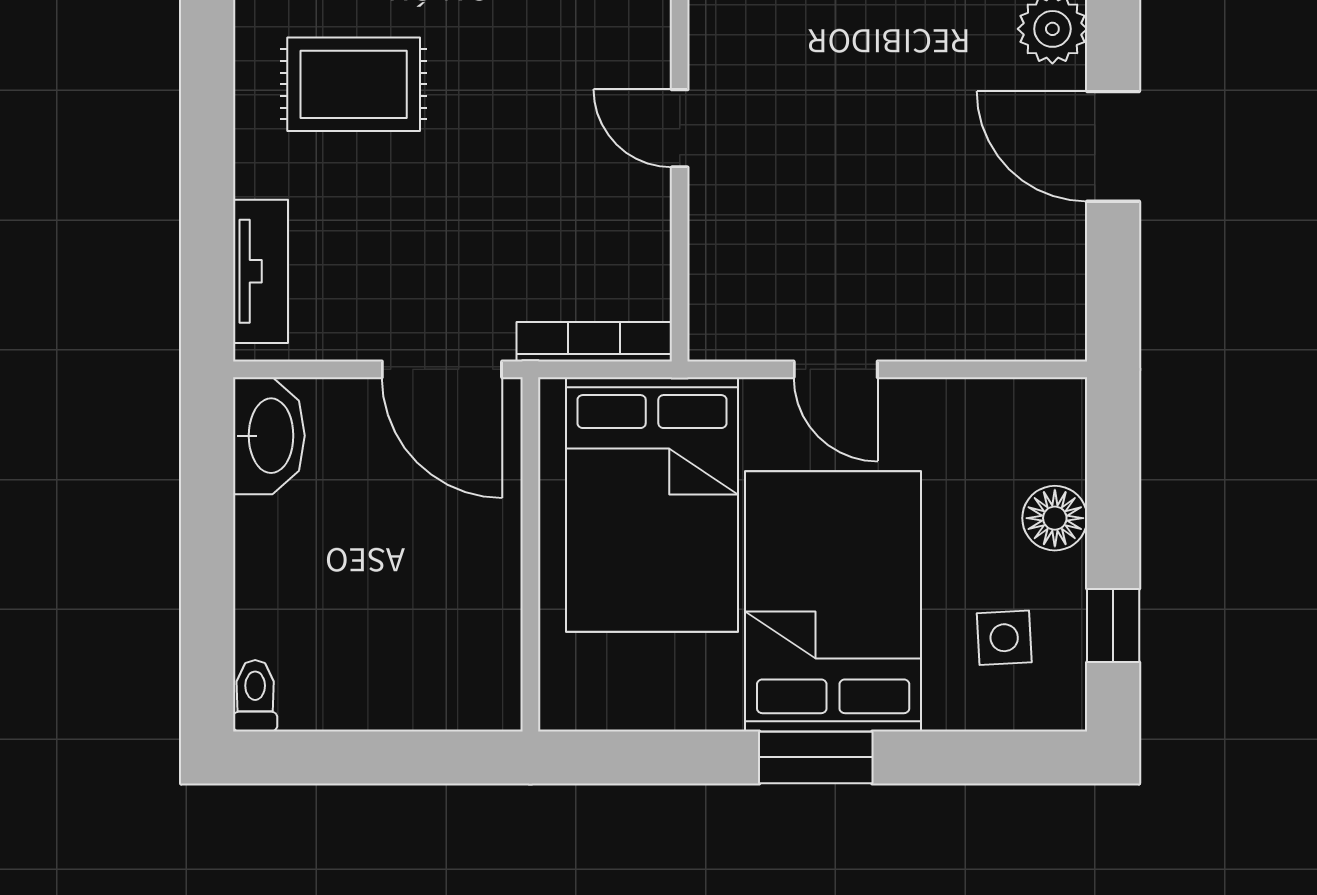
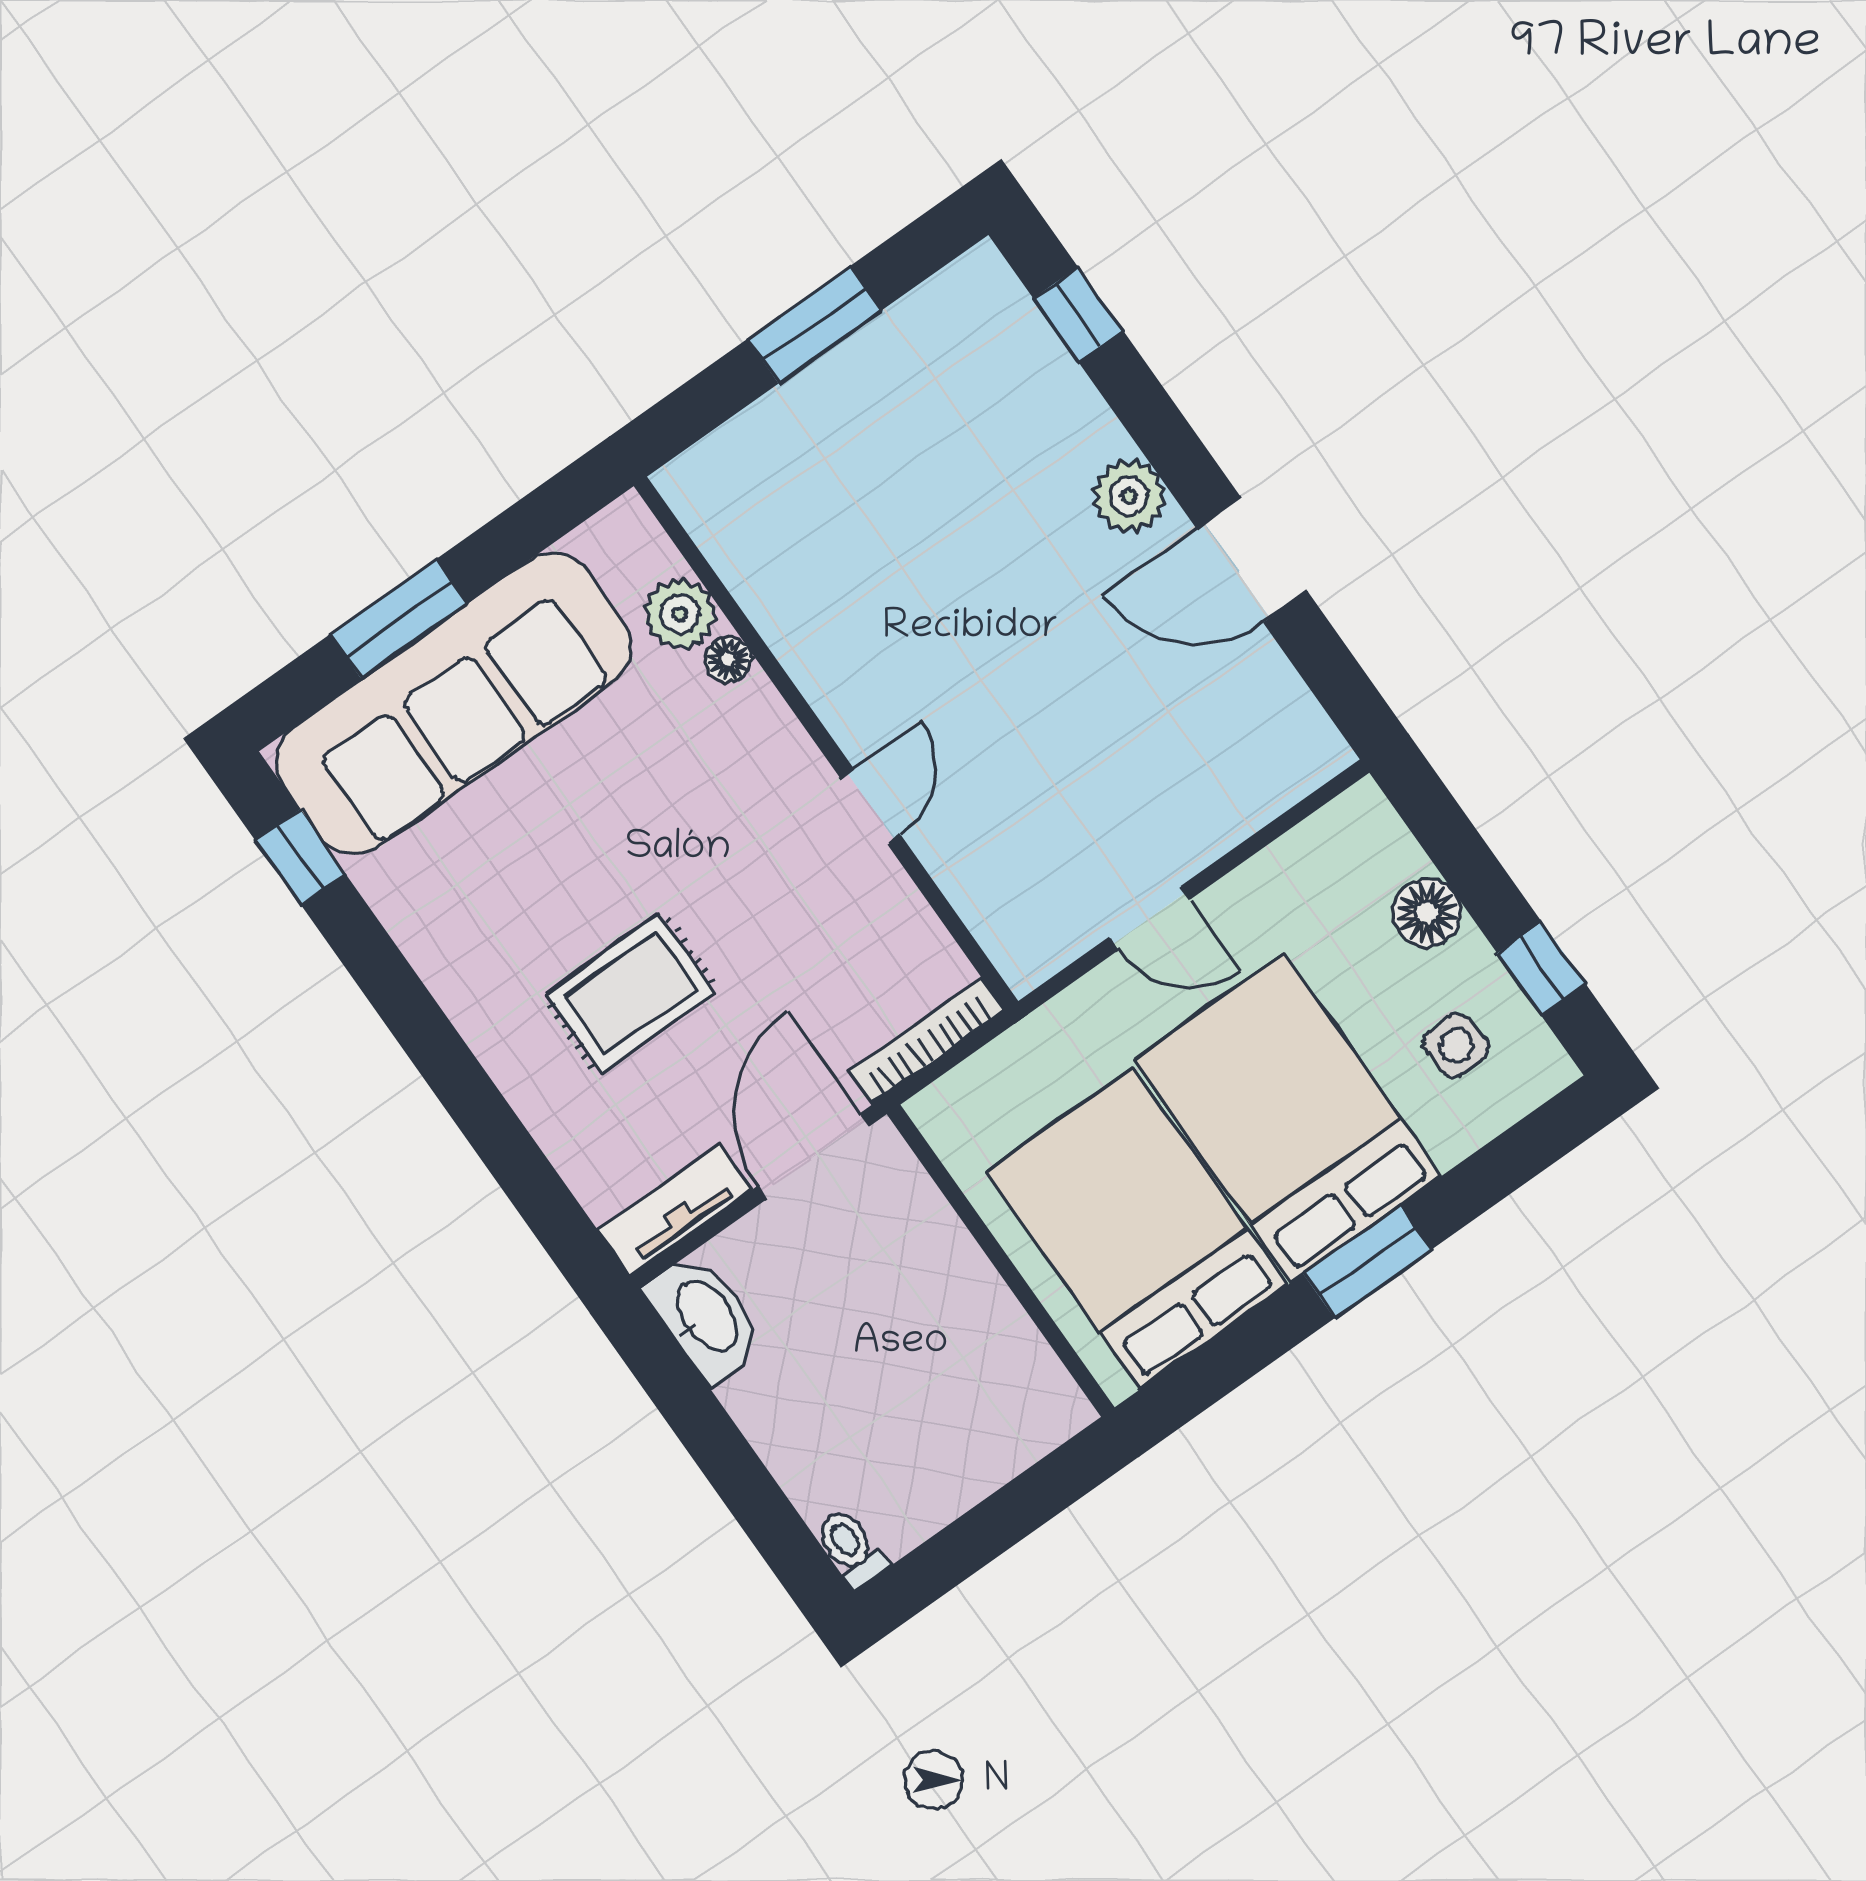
rug: (354, 84) -> (631, 993), moved
door: (680, 128) -> (871, 807), swing flipped
tv unit: (261, 271) -> (675, 1209), moved, turned -90
door: (442, 369) -> (813, 1156), swing flipped
bed: (652, 504) -> (1137, 1229), moved, turned 180

